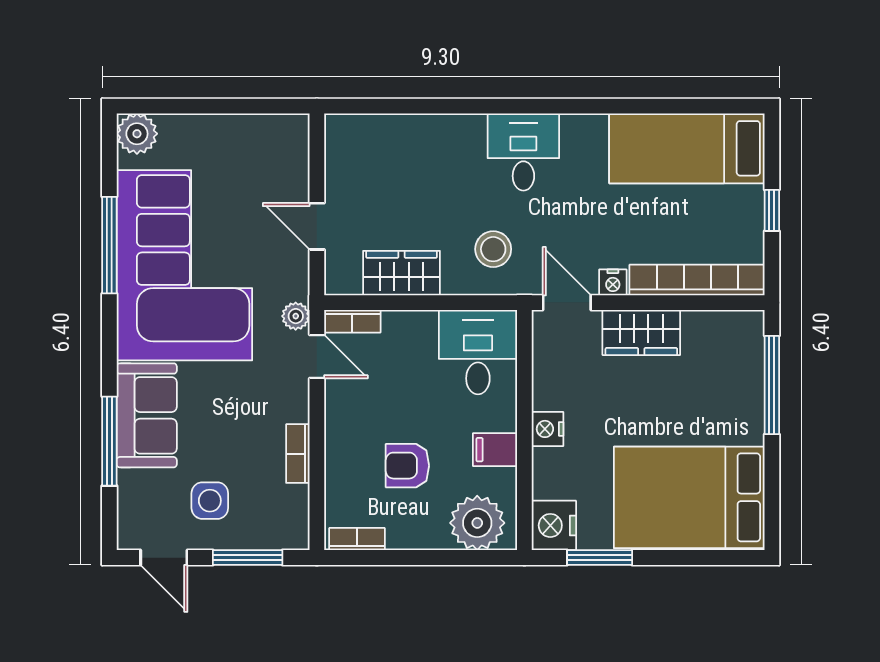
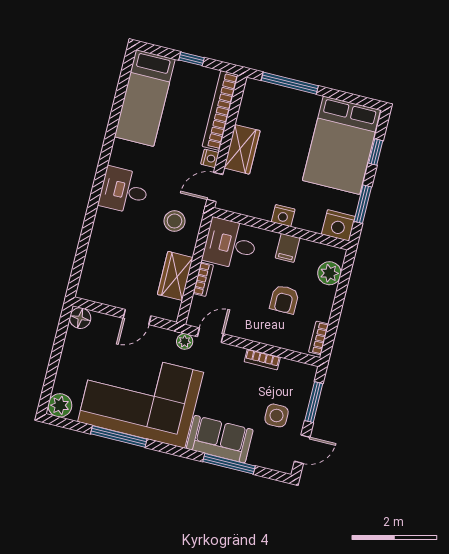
floor lamp: (292, 131) -> (80, 318), added
bookcase: (352, 321) -> (203, 279), moved
plant: (477, 523) -> (329, 273), width x0.73, depth x0.73
window: (692, 558) -> (376, 152), added

